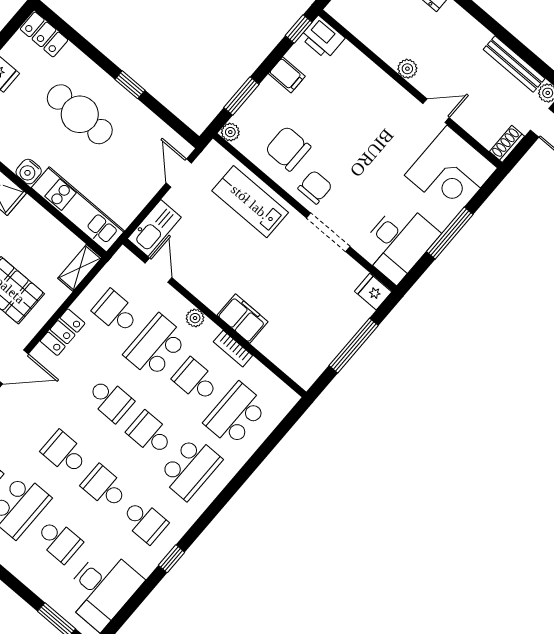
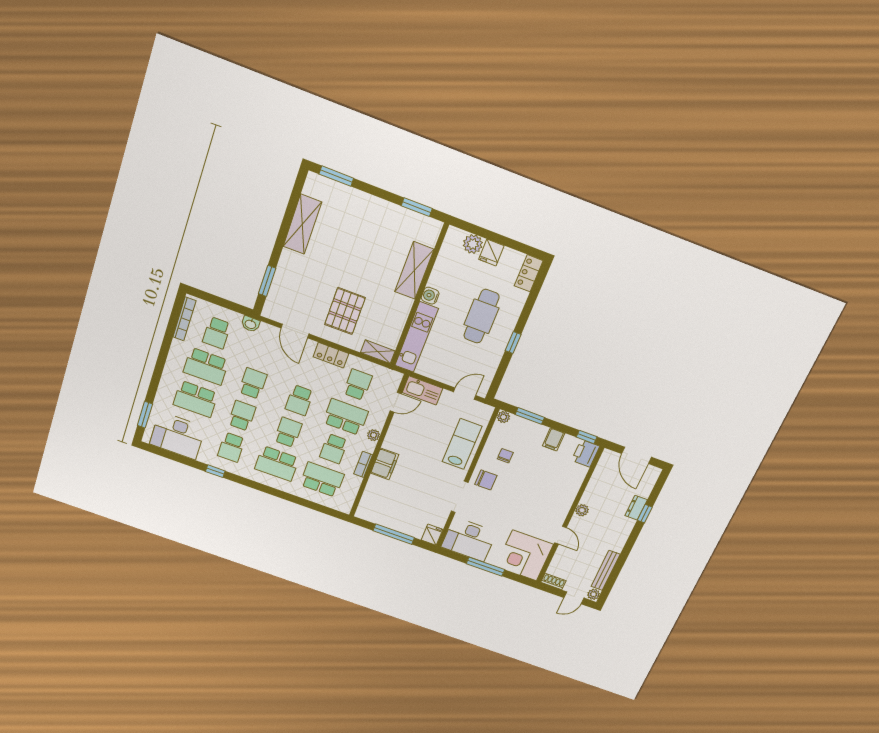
chair: (288, 148) -> (505, 456), width x0.54, depth x0.54
school desk: (196, 380) -> (334, 449), turned 180
school desk: (59, 541) -> (196, 399), width x1.85

